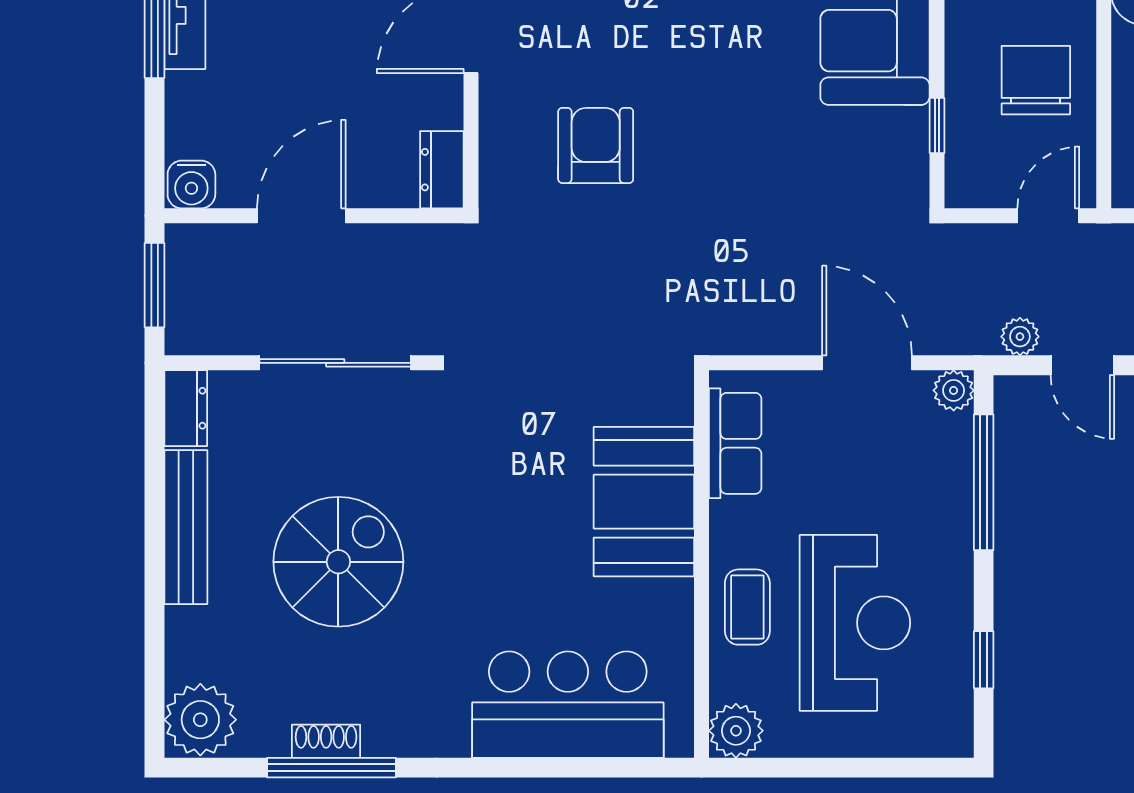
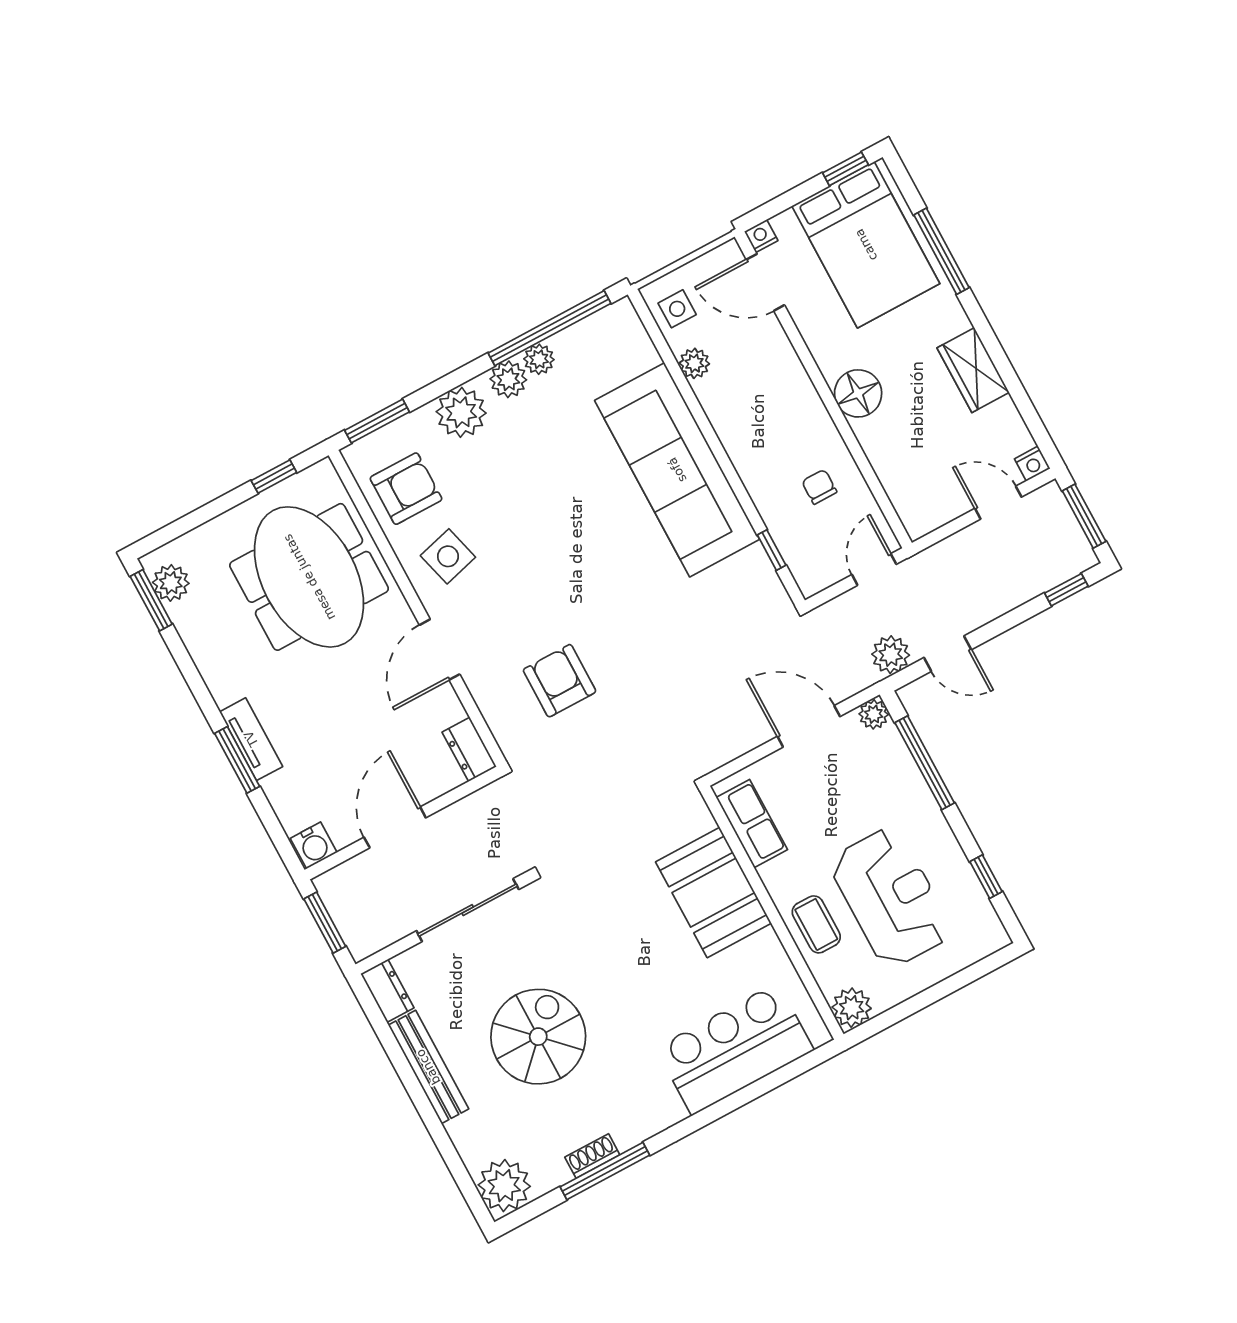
chair: (1036, 80) -> (819, 487), width x0.54, depth x0.54
plant: (1020, 337) -> (891, 655), width x1.38, depth x1.38

